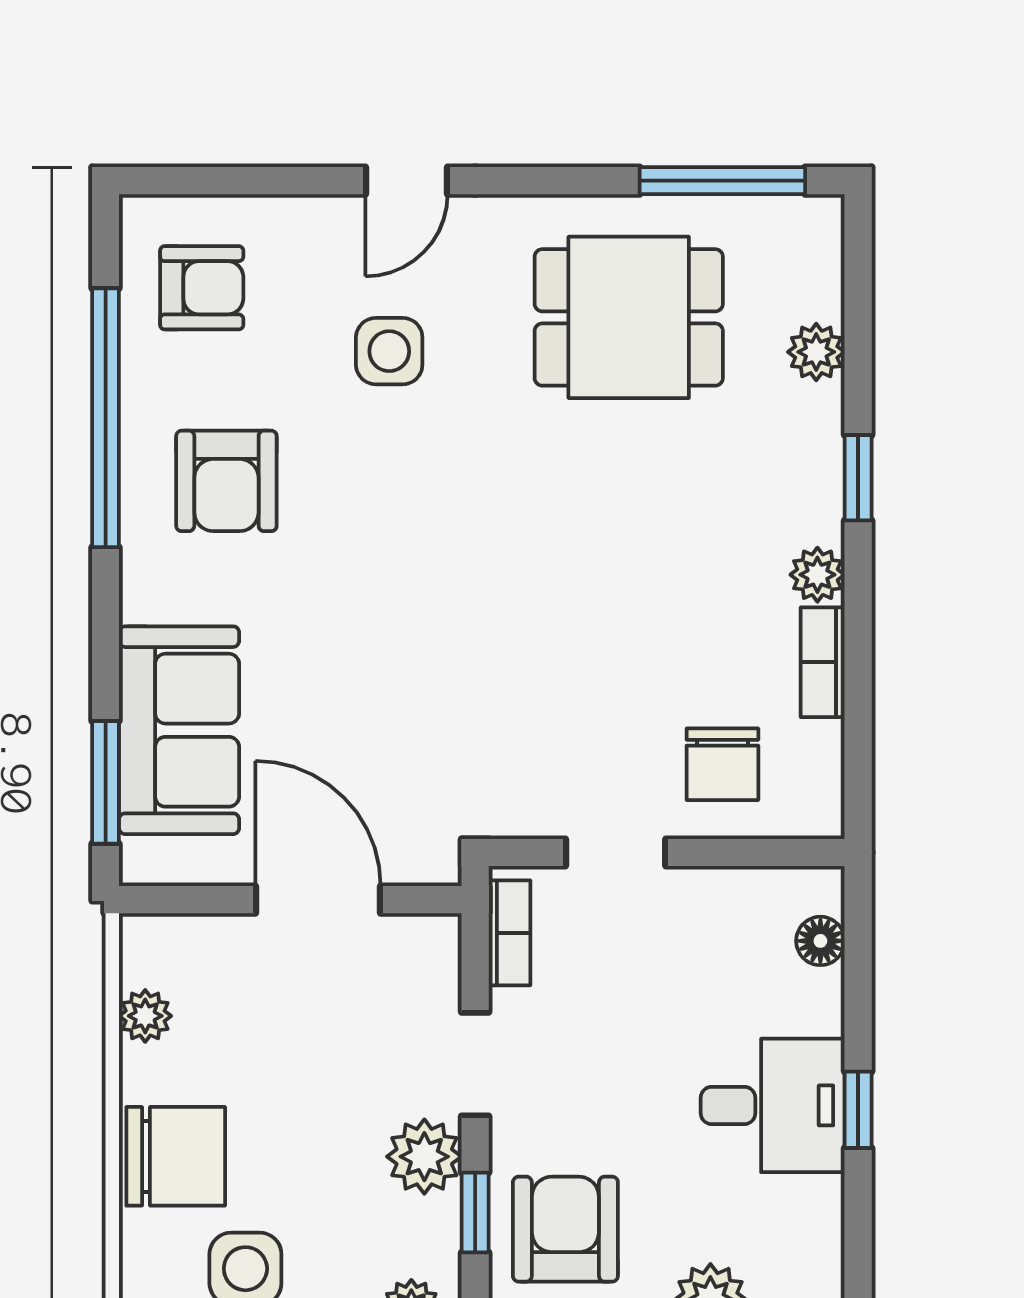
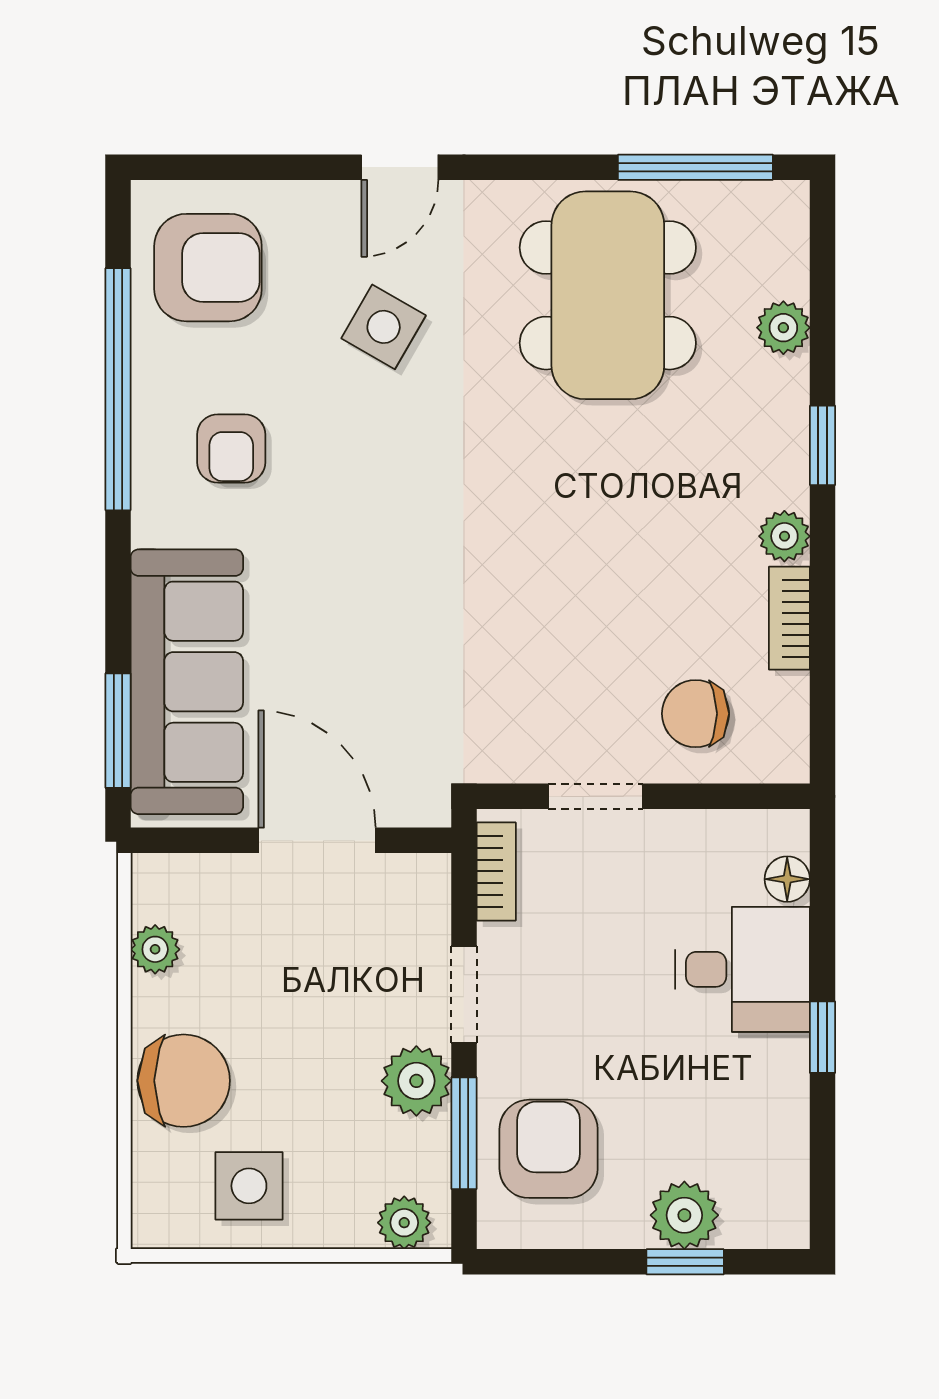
armchair: (202, 288) -> (208, 268), width x1.38, depth x1.38
dining table: (629, 317) -> (608, 295), width x1.38
side table: (389, 351) -> (384, 327), turned 30
armchair: (226, 481) -> (231, 448), width x0.72, depth x0.72
sofa: (179, 730) -> (187, 682), width x1.36
chair: (722, 764) -> (696, 714), turned 90
desk: (773, 1105) -> (743, 969), moved
window: (475, 1213) -> (464, 1133), width x1.50

